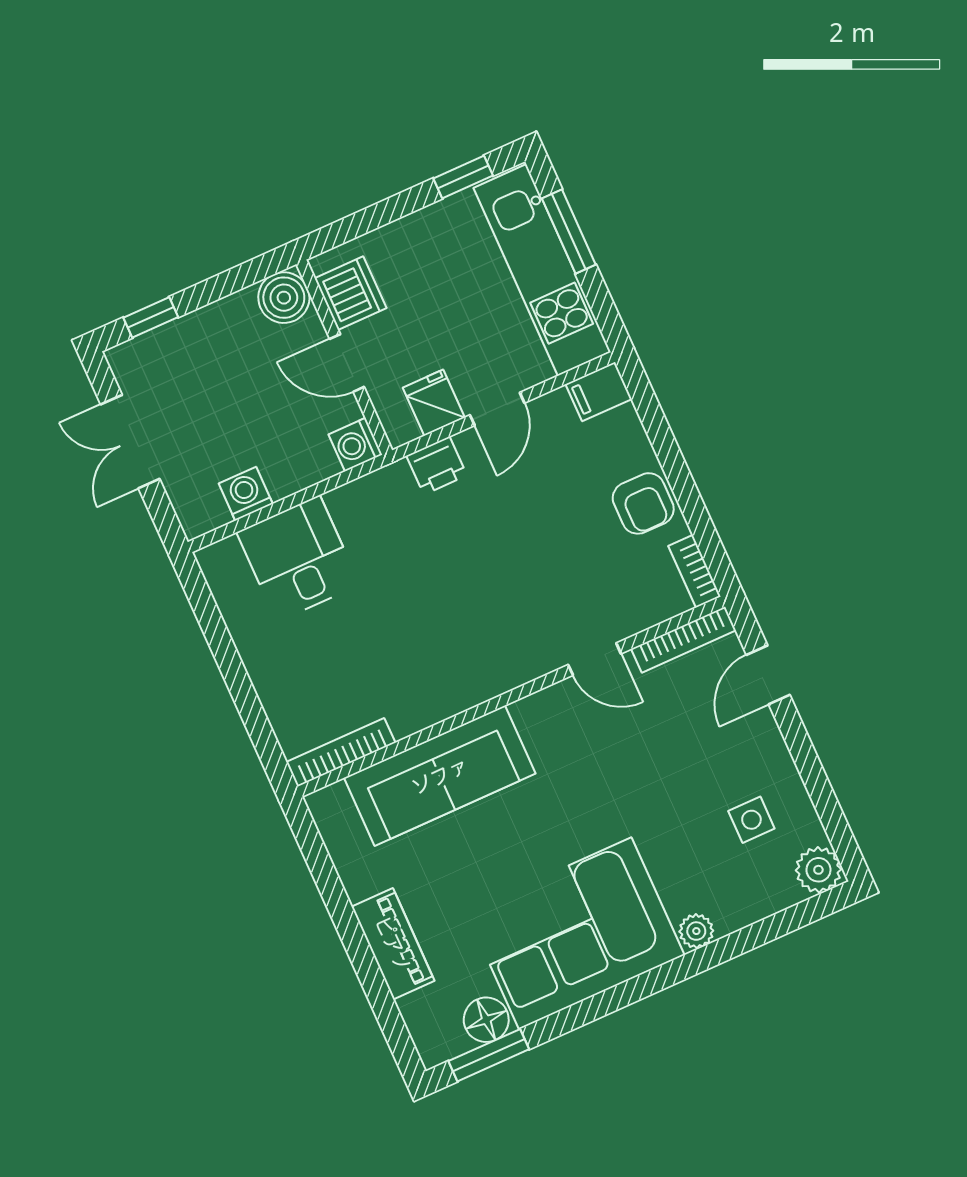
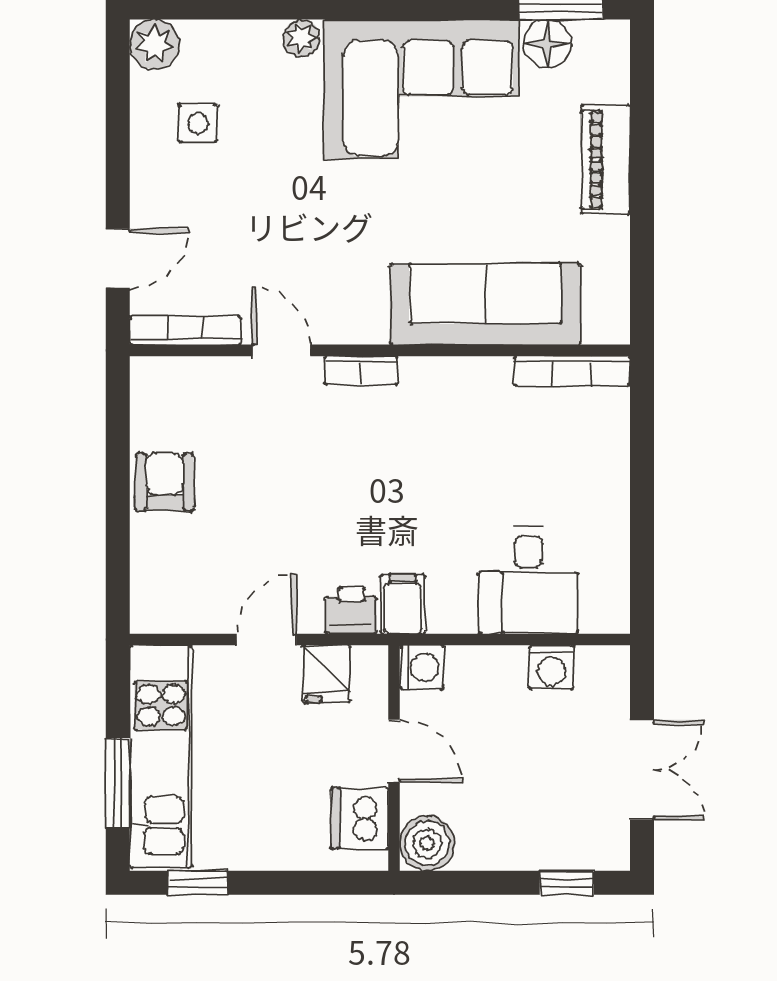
filing cabinet: (599, 392) -> (403, 604), moved, turned -90
bookcase: (695, 571) -> (361, 371), moved, turned 90

